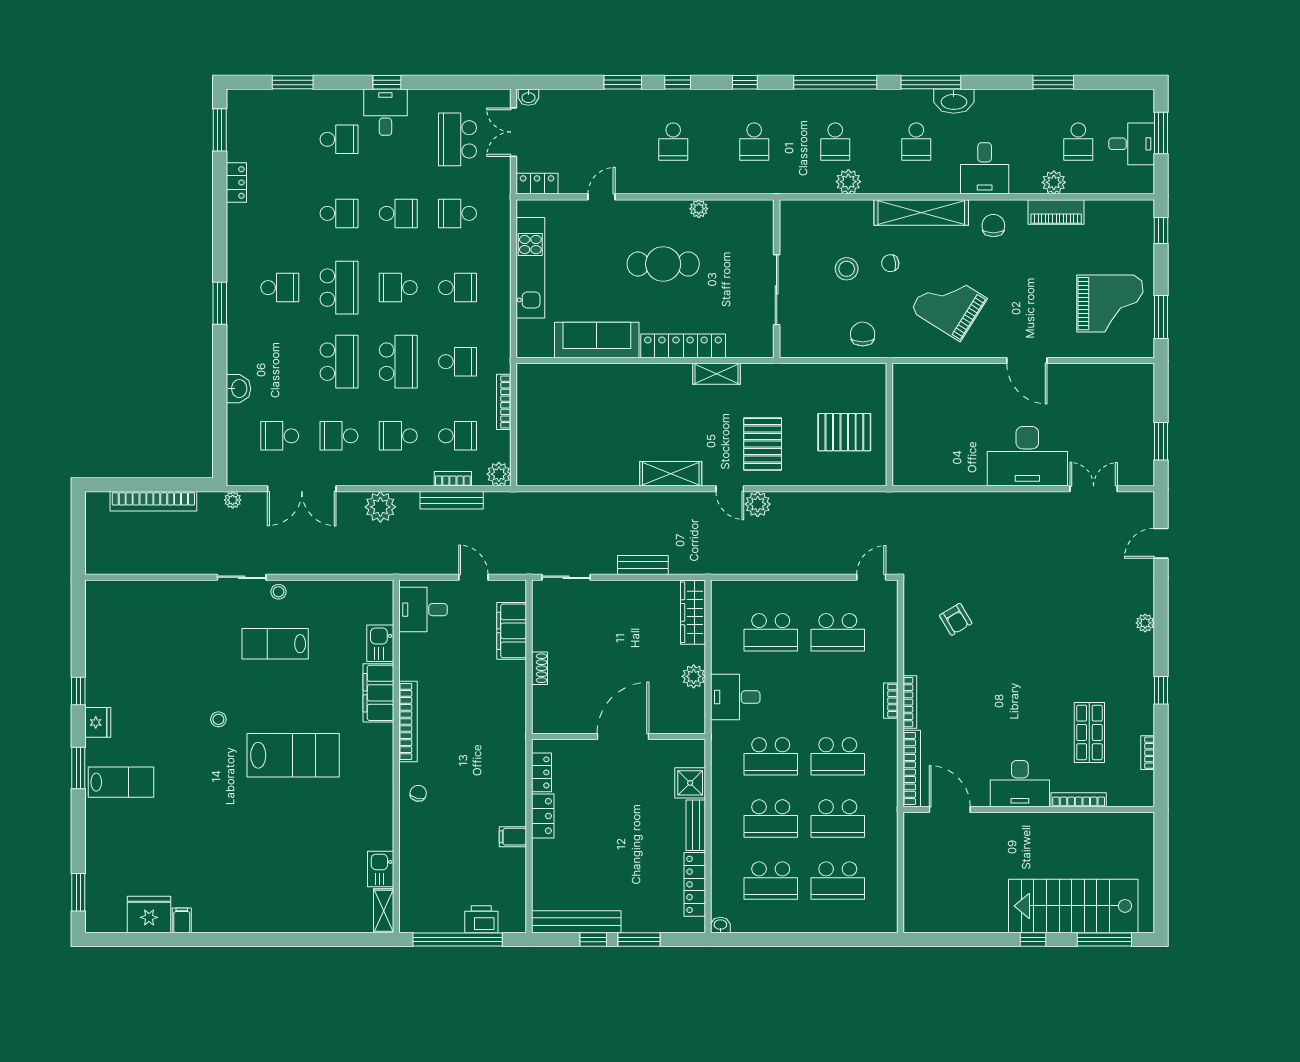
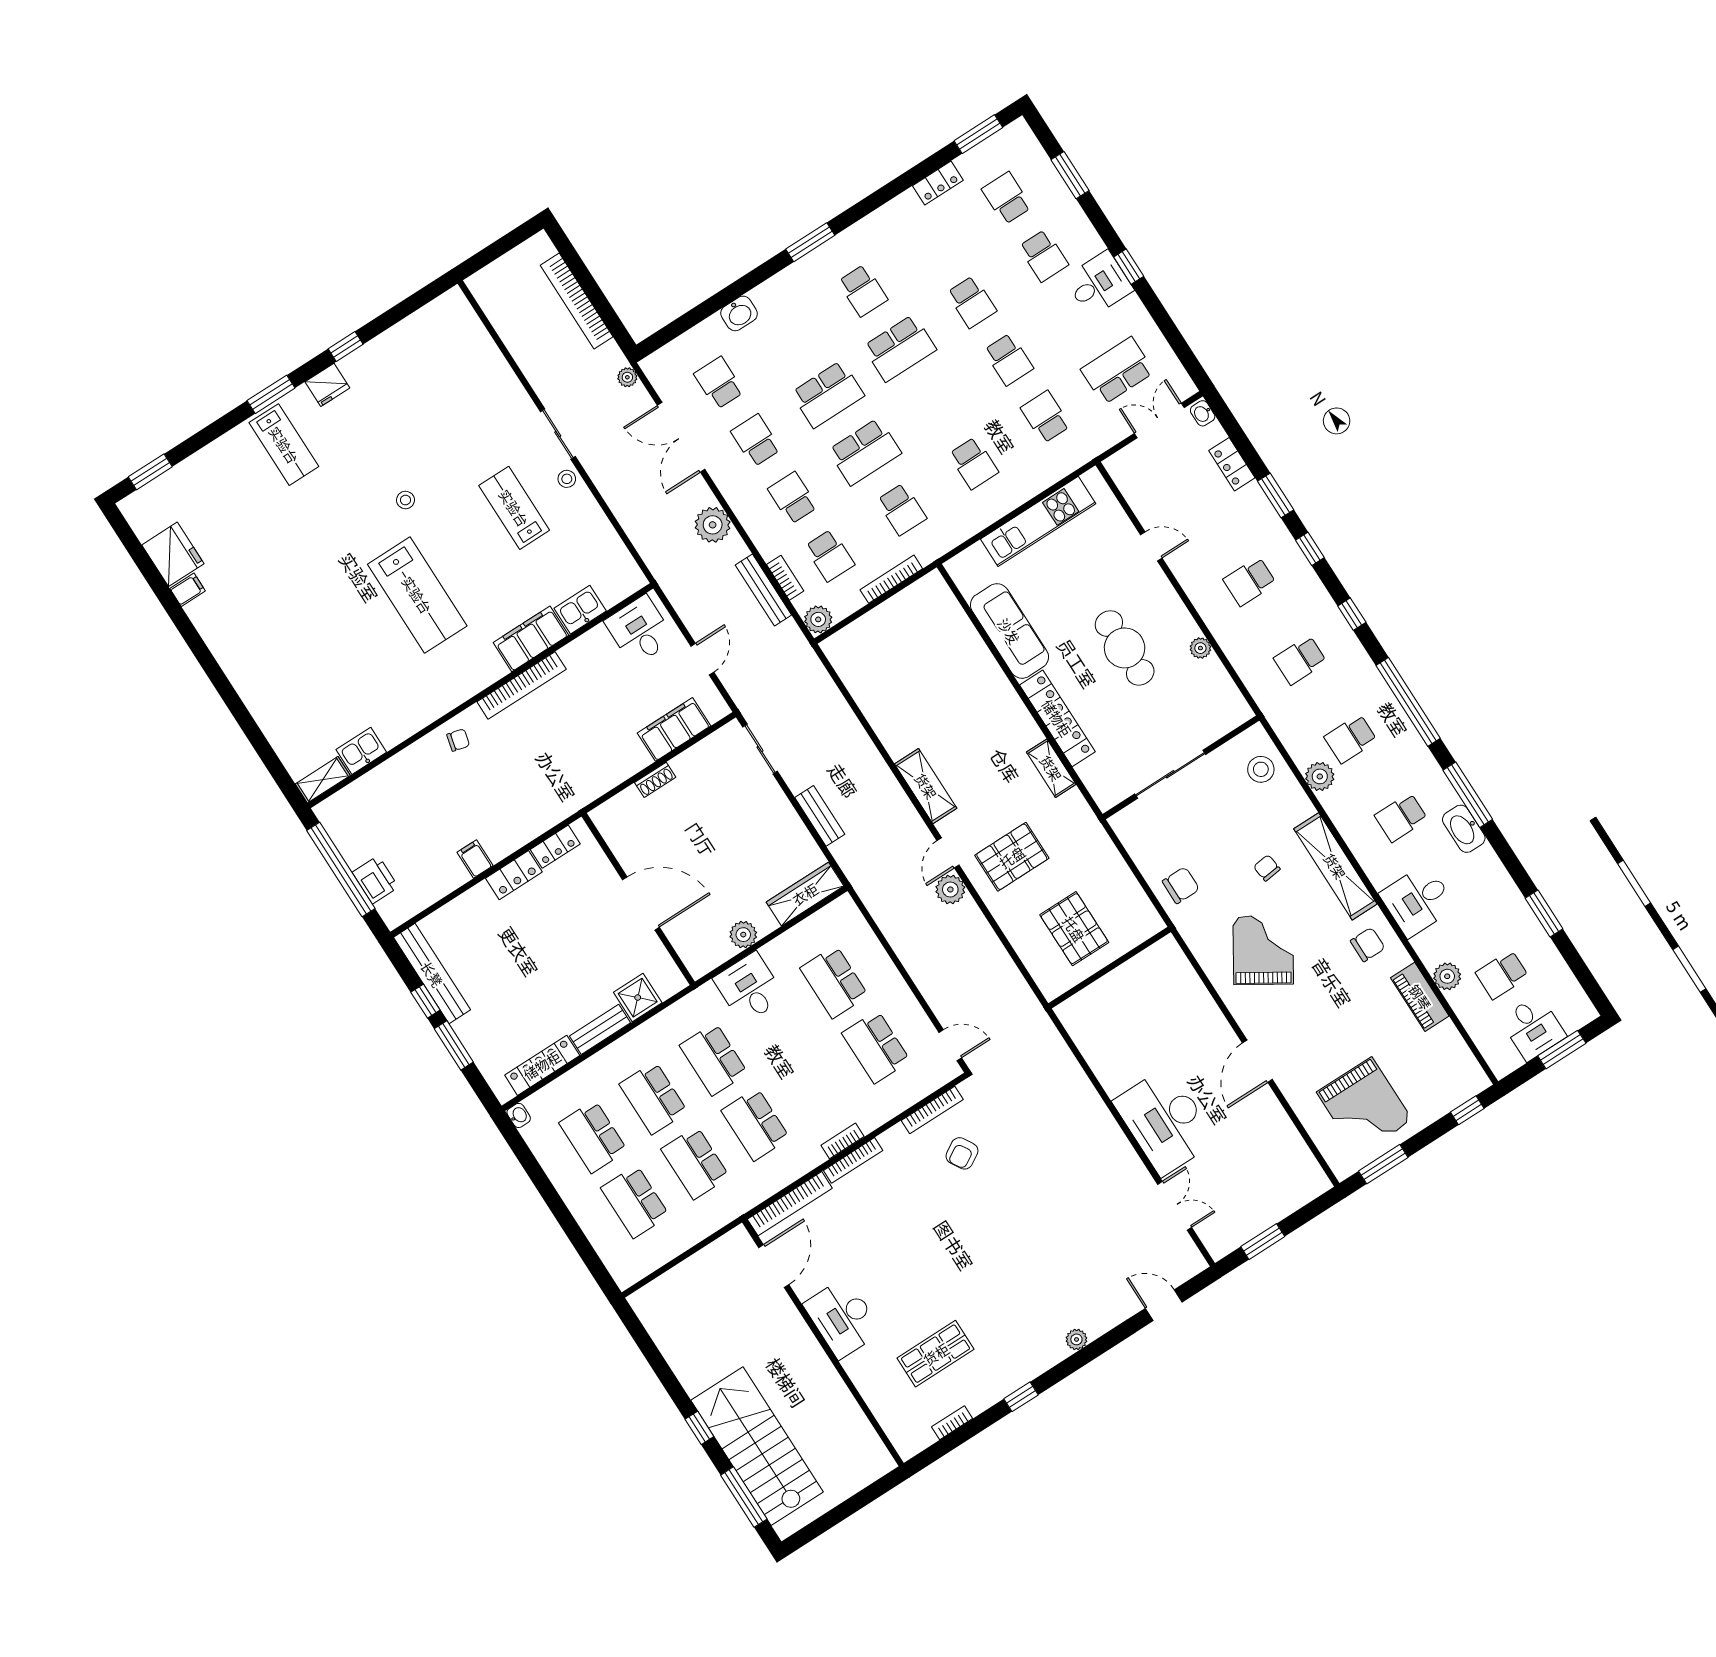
locker: (537, 184) -> (1232, 464), moved, turned 180
stool: (847, 269) -> (1261, 769), moved
school desk: (398, 288) -> (1007, 198), moved
bookcase: (1079, 800) -> (932, 1110), moved, turned 90

